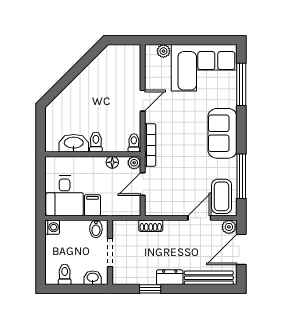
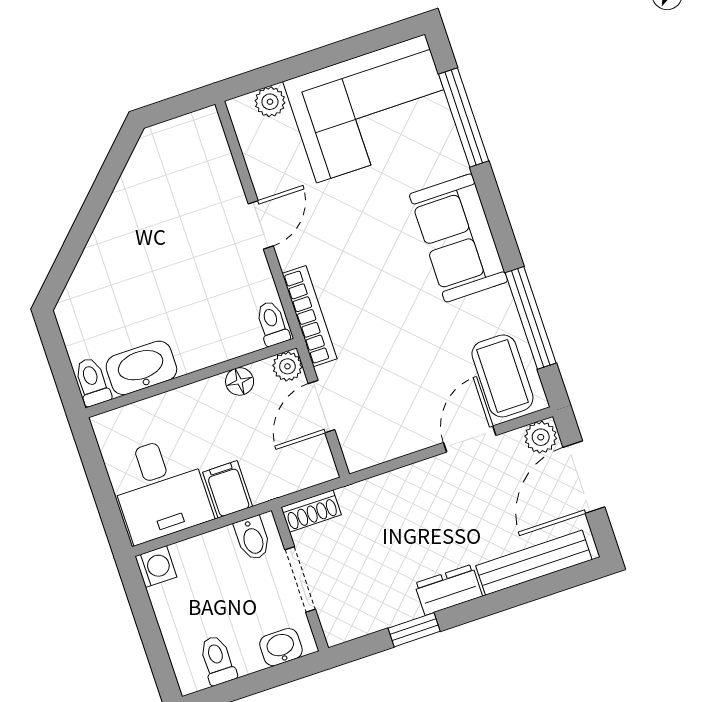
toilet: (96, 142) -> (92, 382), moved
shoe rack: (151, 226) -> (311, 511), moved

